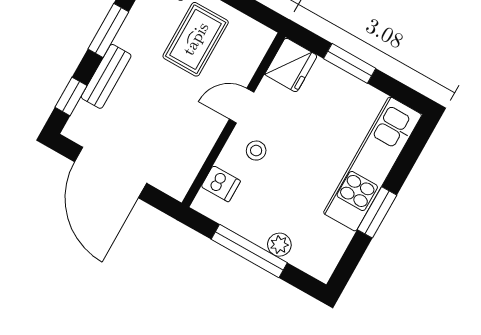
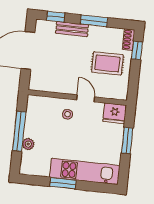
dishwasher: (221, 184) -> (45, 104), removed

